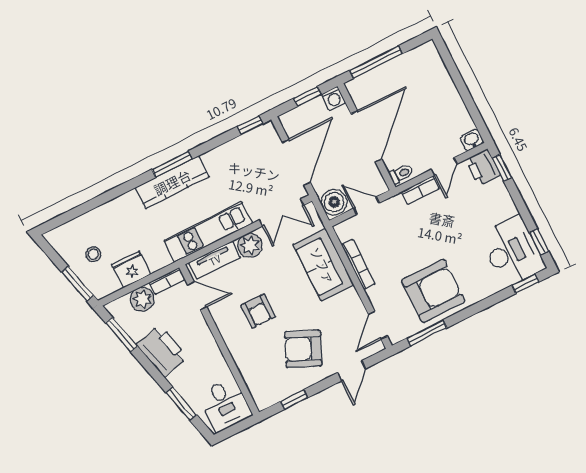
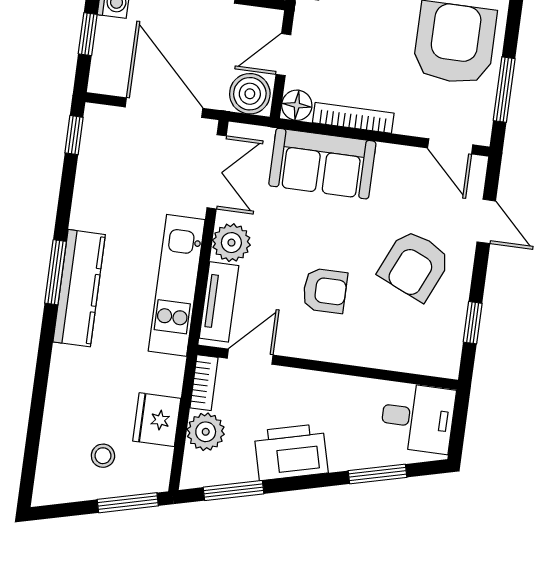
floor lamp: (345, 231) -> (297, 105), added

